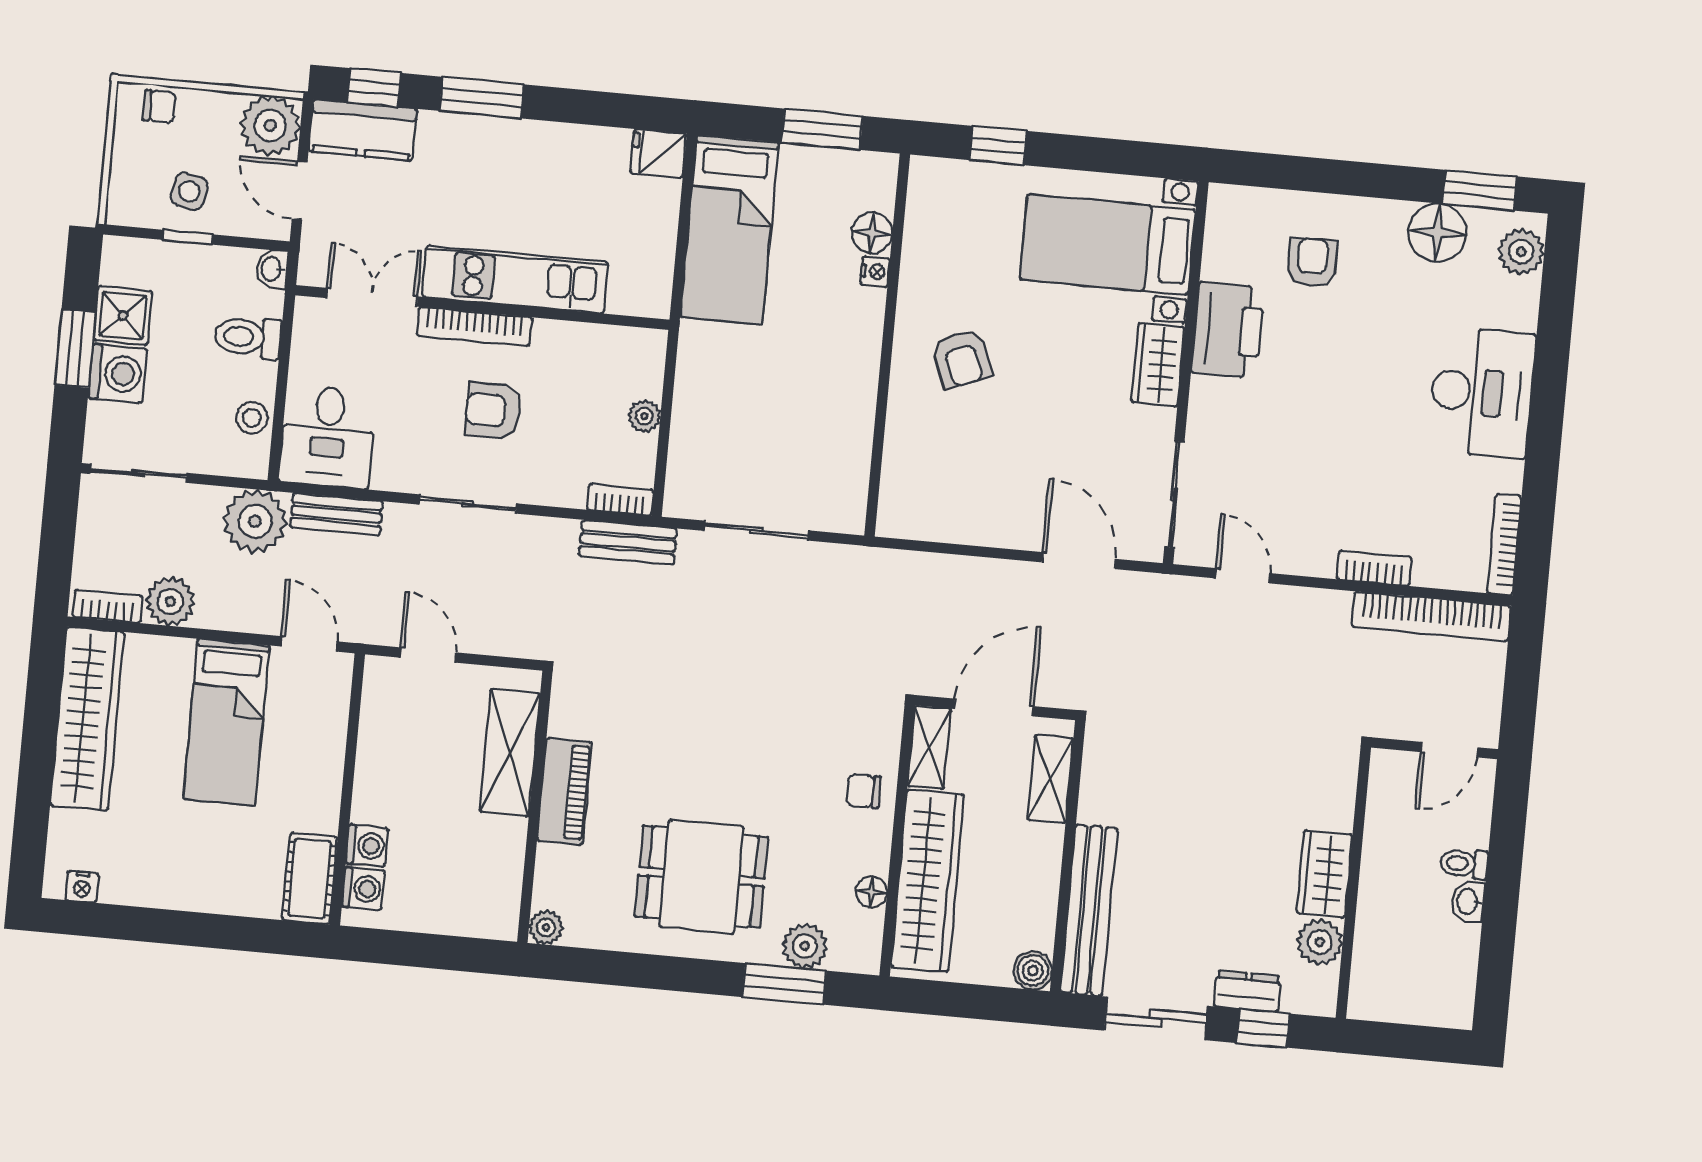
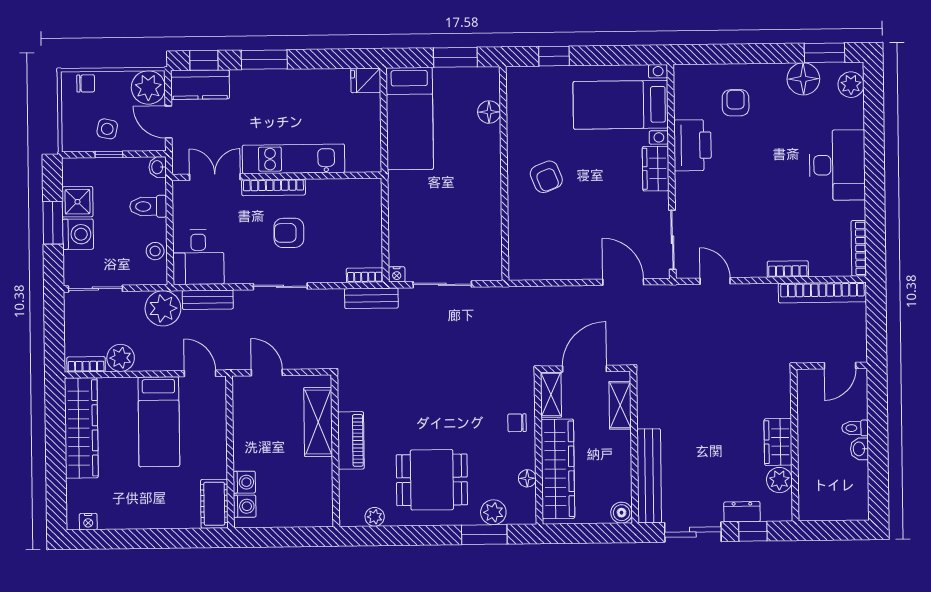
nightstand: (875, 272) -> (397, 274), moved, turned 90
plant: (644, 416) -> (373, 227), removed
plant: (546, 927) -> (375, 517), moved

